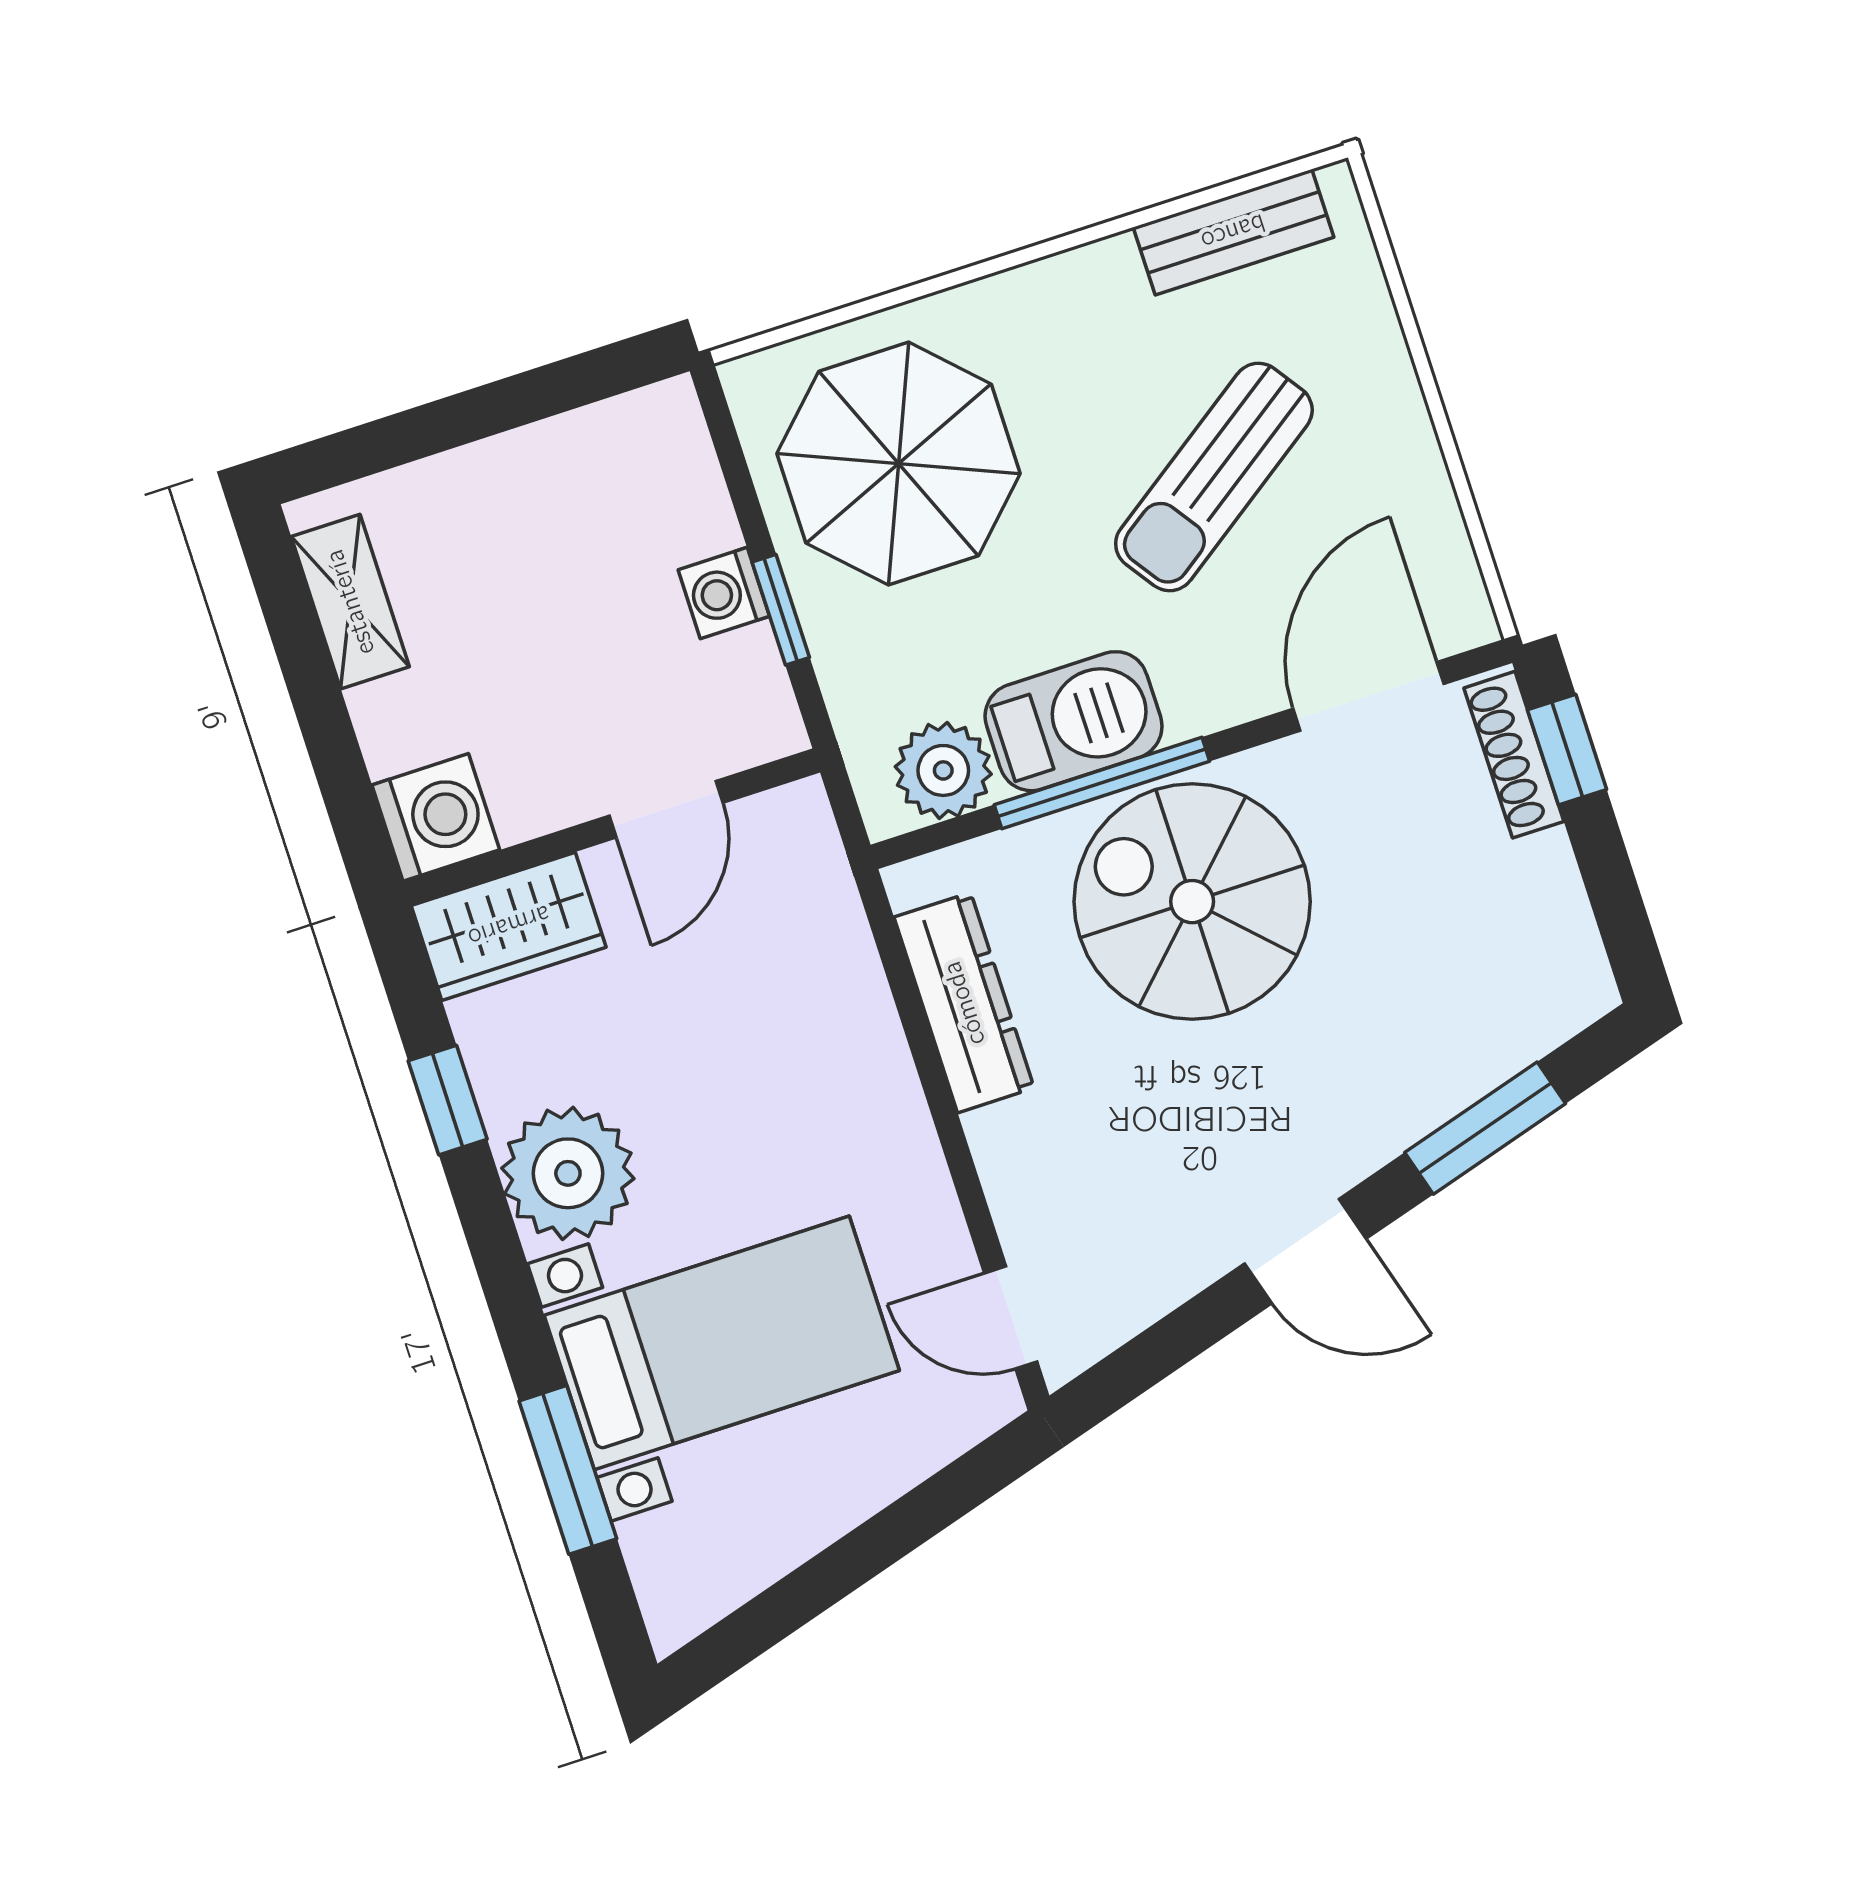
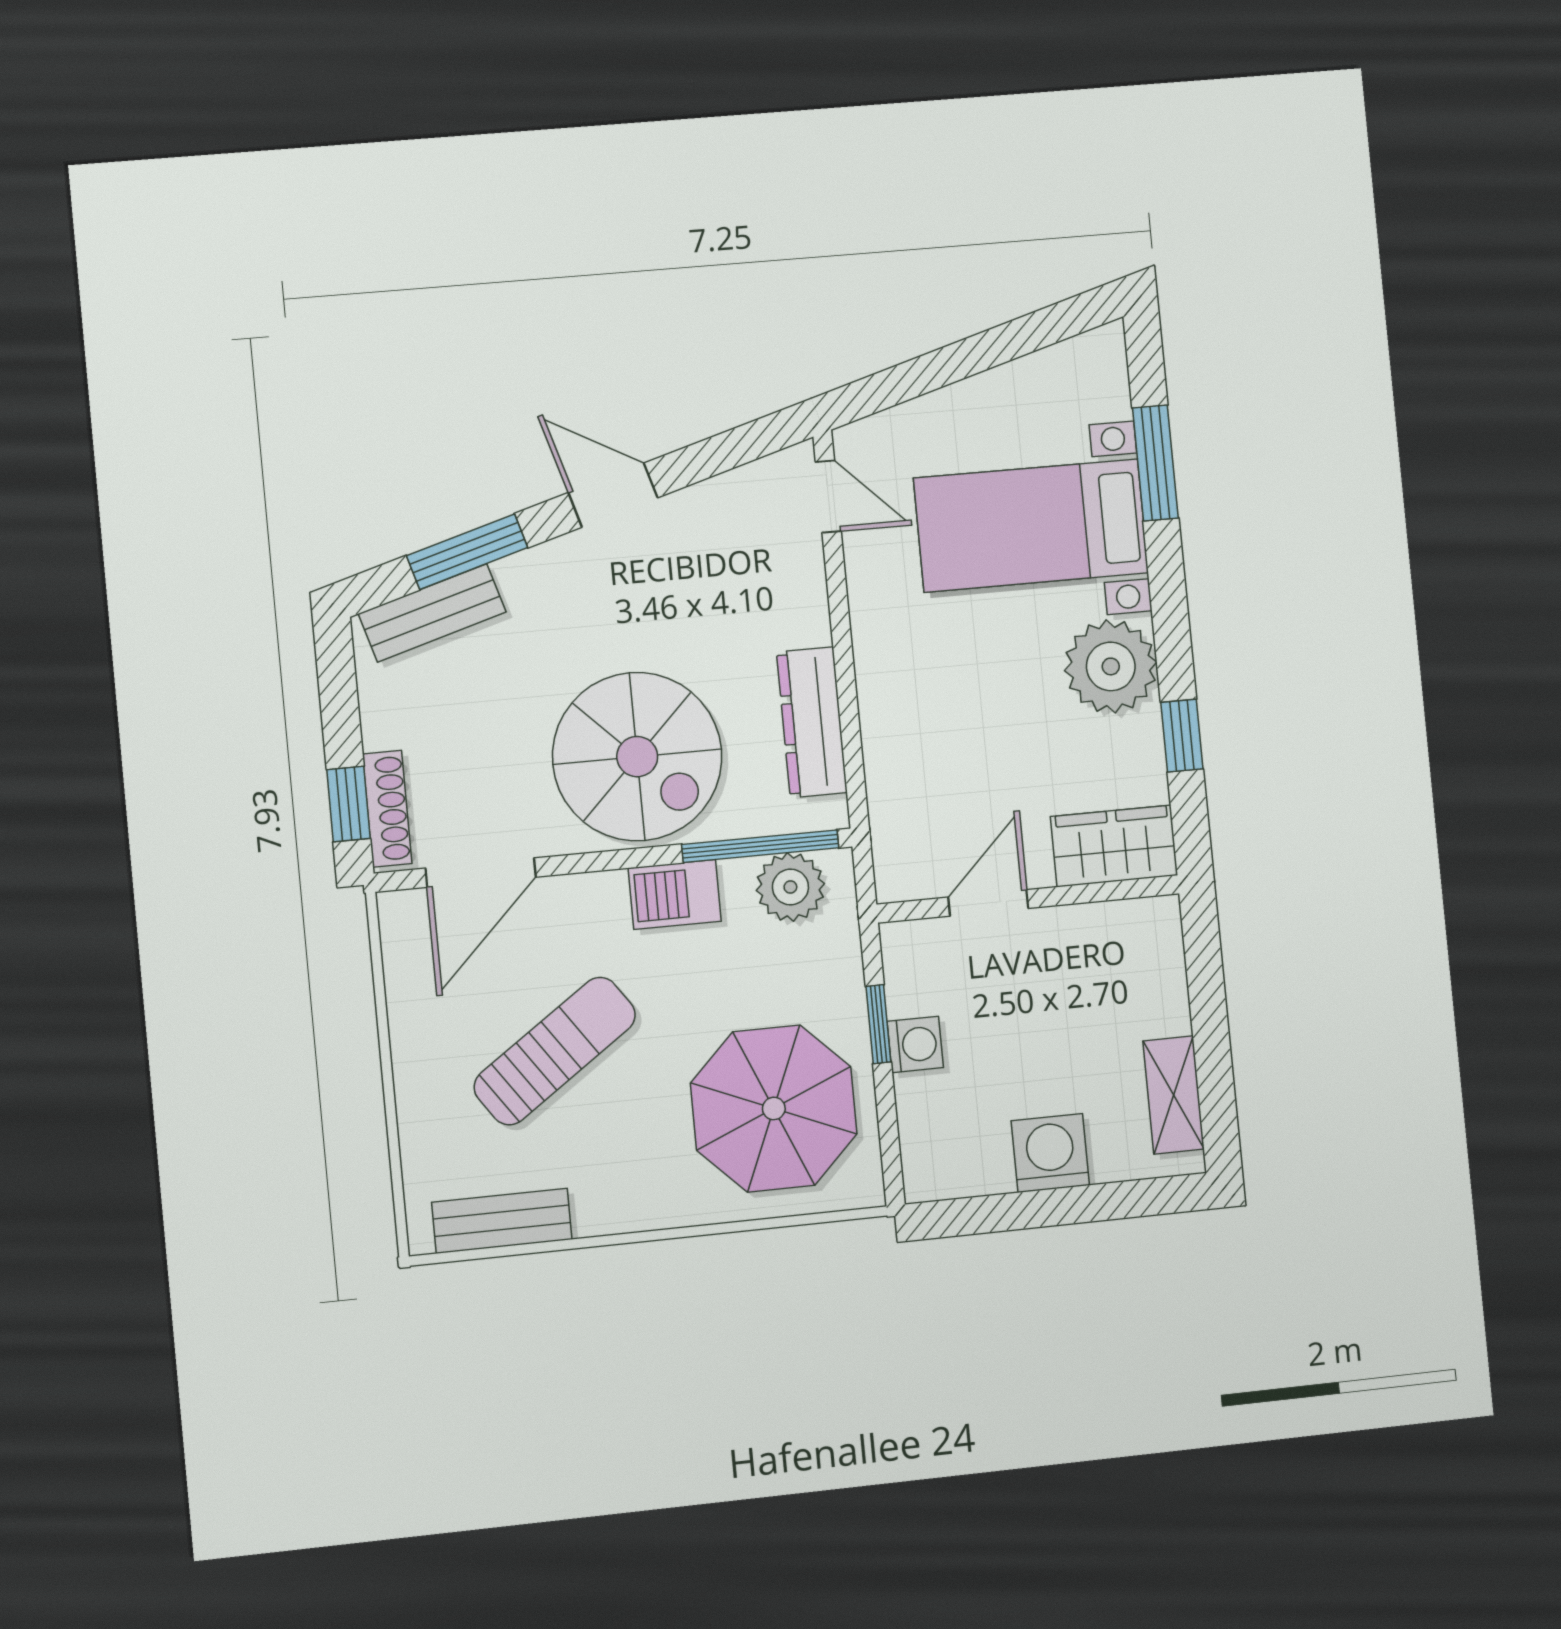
barbecue: (1074, 721) -> (675, 895), width x0.73, depth x0.79
window: (1102, 783) -> (760, 846), moved
washing machine: (436, 817) -> (1050, 1153), moved, turned 90
bench: (1514, 1034) -> (432, 613), added

